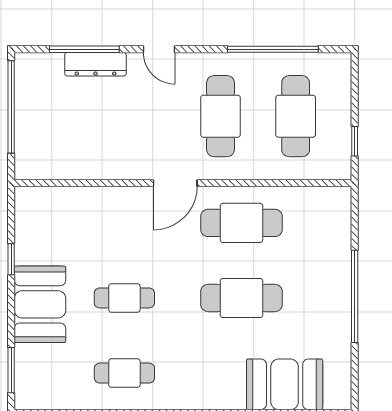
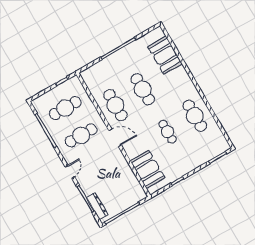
dresser: (95, 64) -> (97, 206), moved
booth: (40, 304) -> (148, 169), moved, turned 90
cafe table: (124, 373) -> (195, 116), width x1.37, depth x1.35

